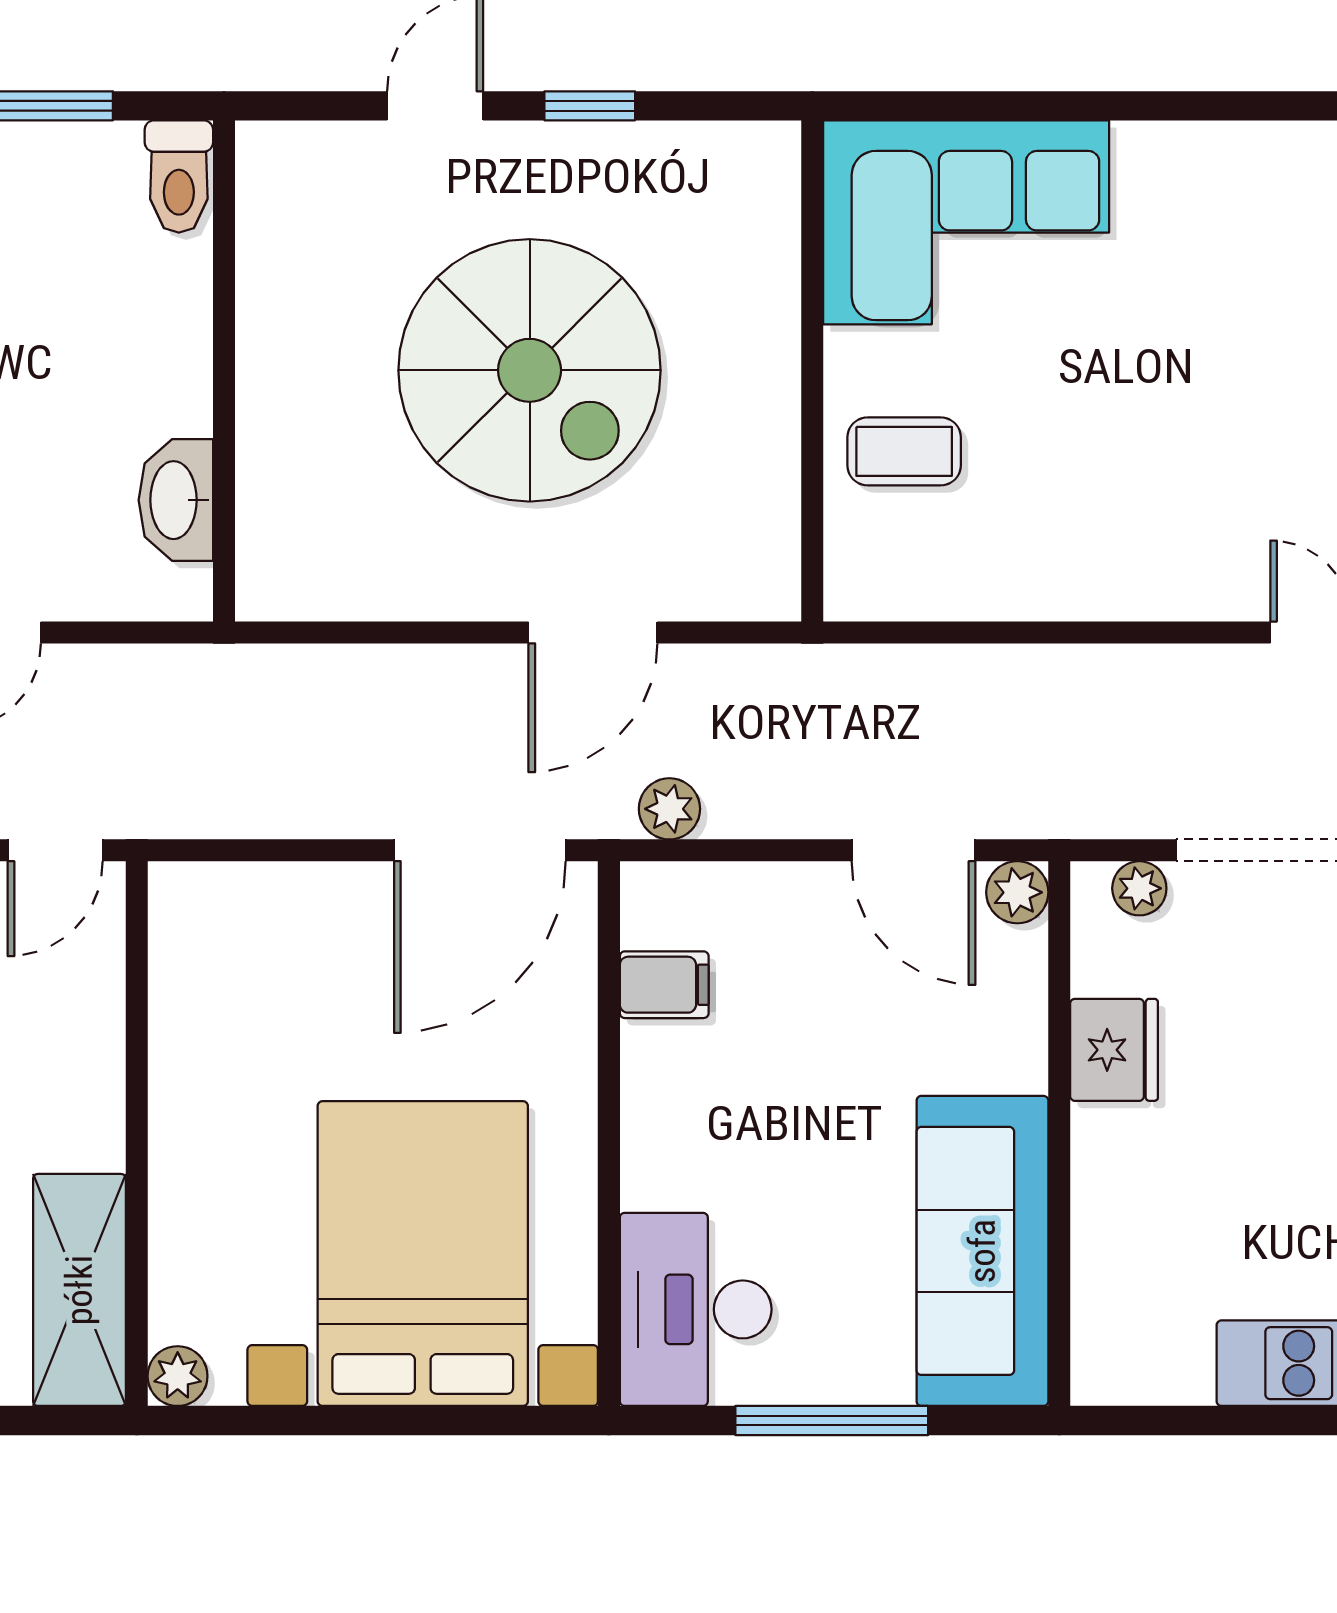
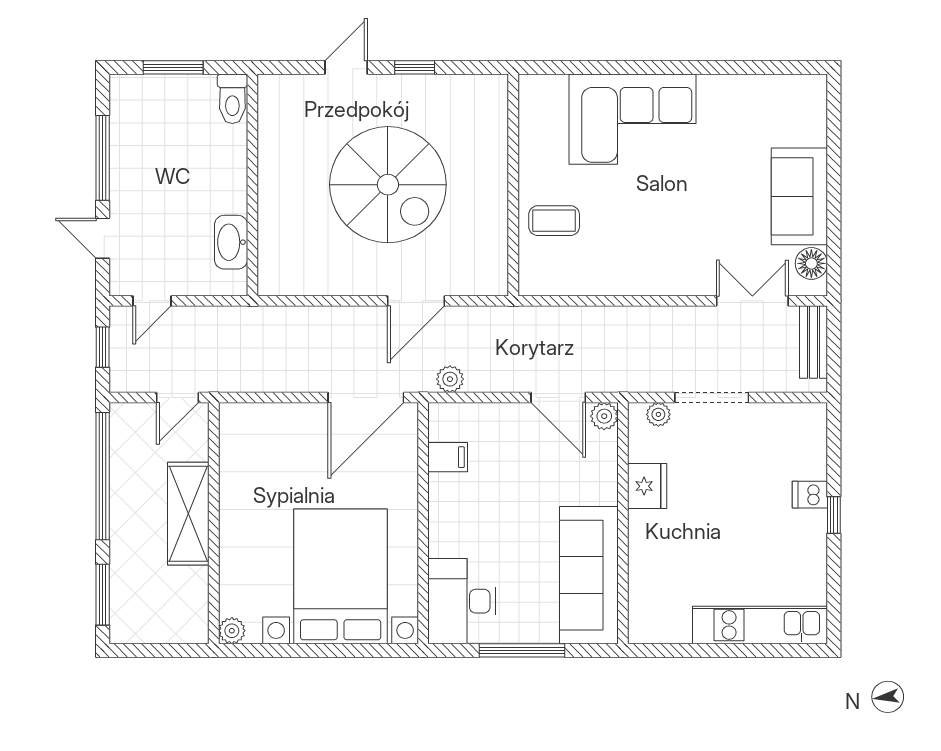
corner sofa: (966, 222) -> (632, 119), moved
shelving: (79, 1290) -> (188, 514), moved

